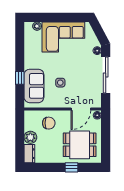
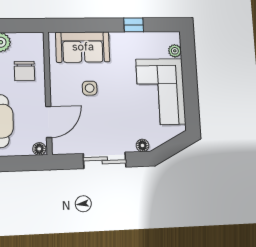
sliding door: (106, 75) -> (105, 160), width x0.73
window: (20, 78) -> (134, 25), moved
door: (81, 109) -> (49, 122), swing flipped

